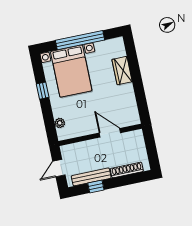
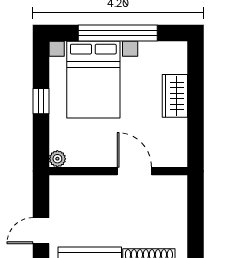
door: (110, 133) -> (134, 171), moved
wall: (100, 135) -> (118, 171), moved

